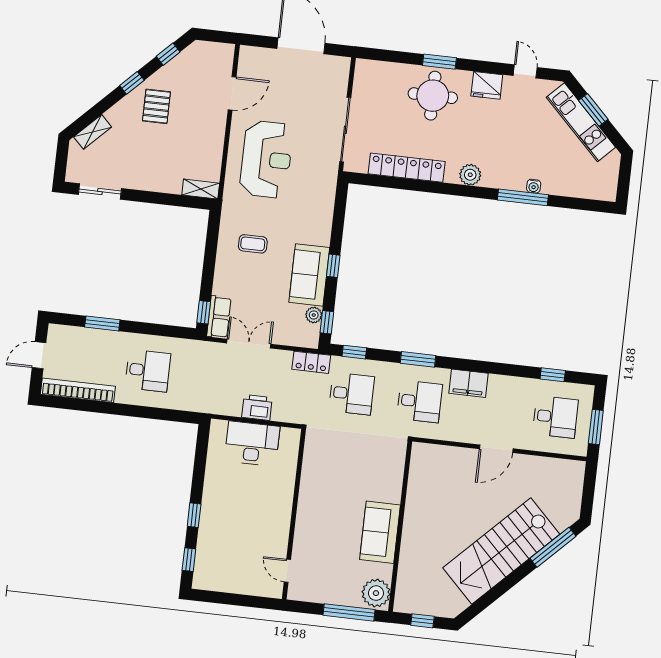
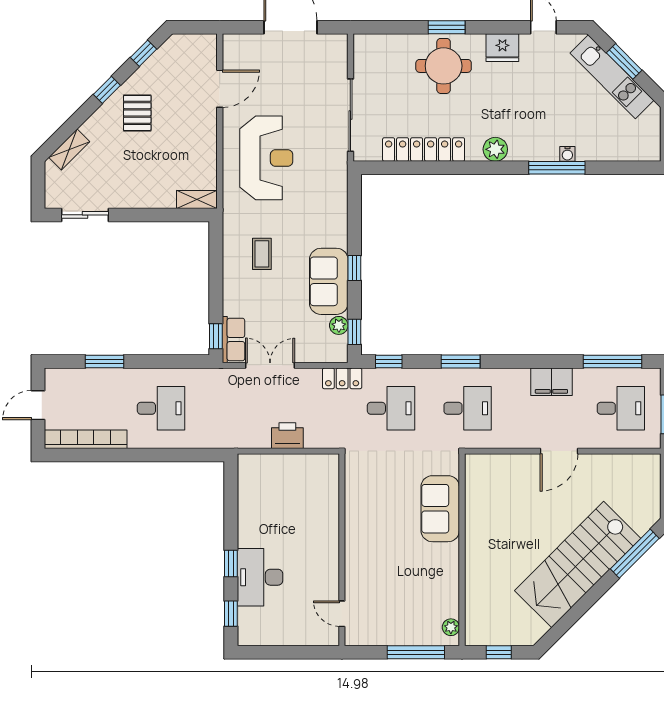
coffee table: (253, 244) -> (262, 254), turned 90
window: (553, 375) -> (613, 362), width x2.17
filing cabinet: (468, 383) -> (551, 382), moved
desk: (252, 444) -> (260, 577), moved, turned -90
sofa: (380, 532) -> (440, 509), moved
plant: (376, 593) -> (451, 627), width x0.53, depth x0.53

